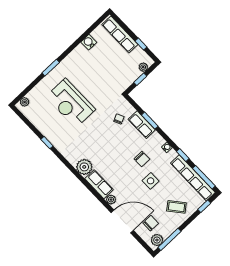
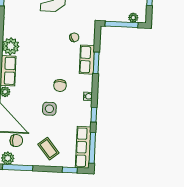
window: (140, 79) -> (122, 24), width x2.17
row of seats: (193, 178) -> (83, 147), width x0.73

